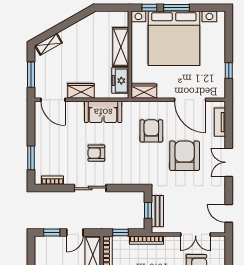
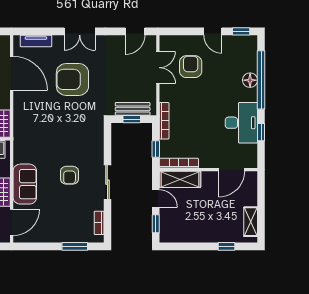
door: (190, 100) -> (12, 73), hinge flipped
sofa: (103, 112) -> (25, 184), moved
armchair: (151, 131) -> (45, 115), removed

